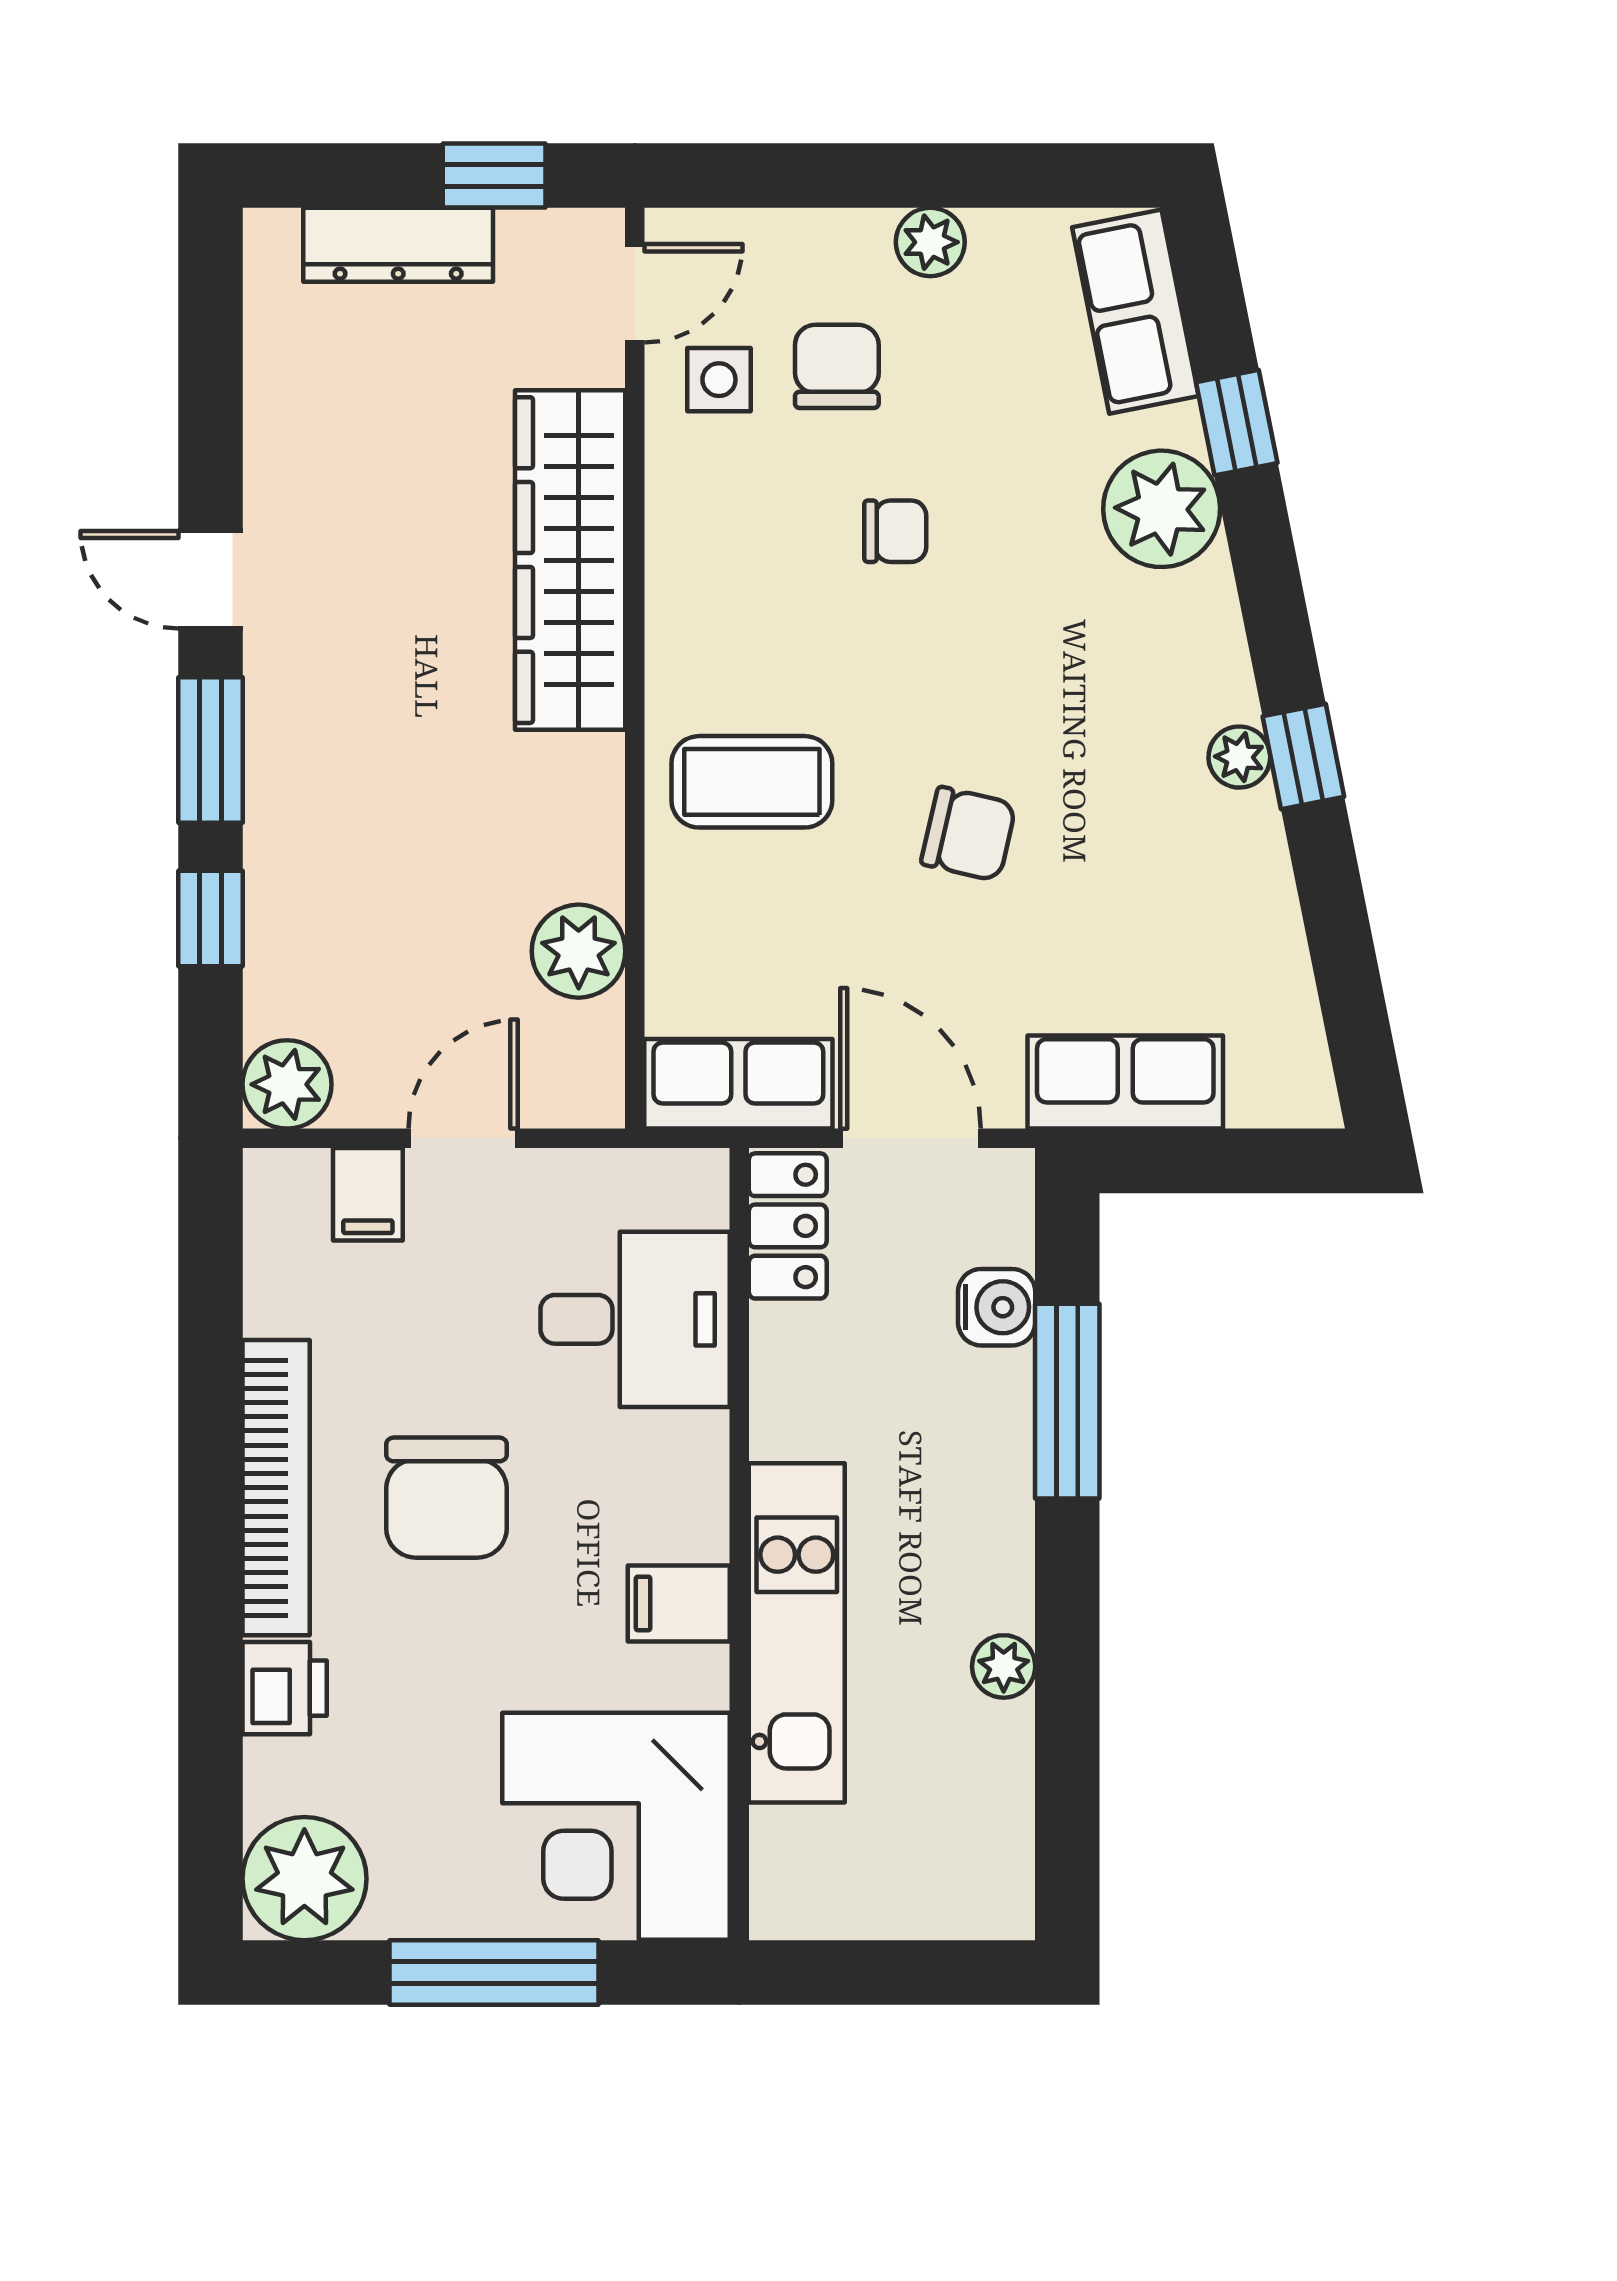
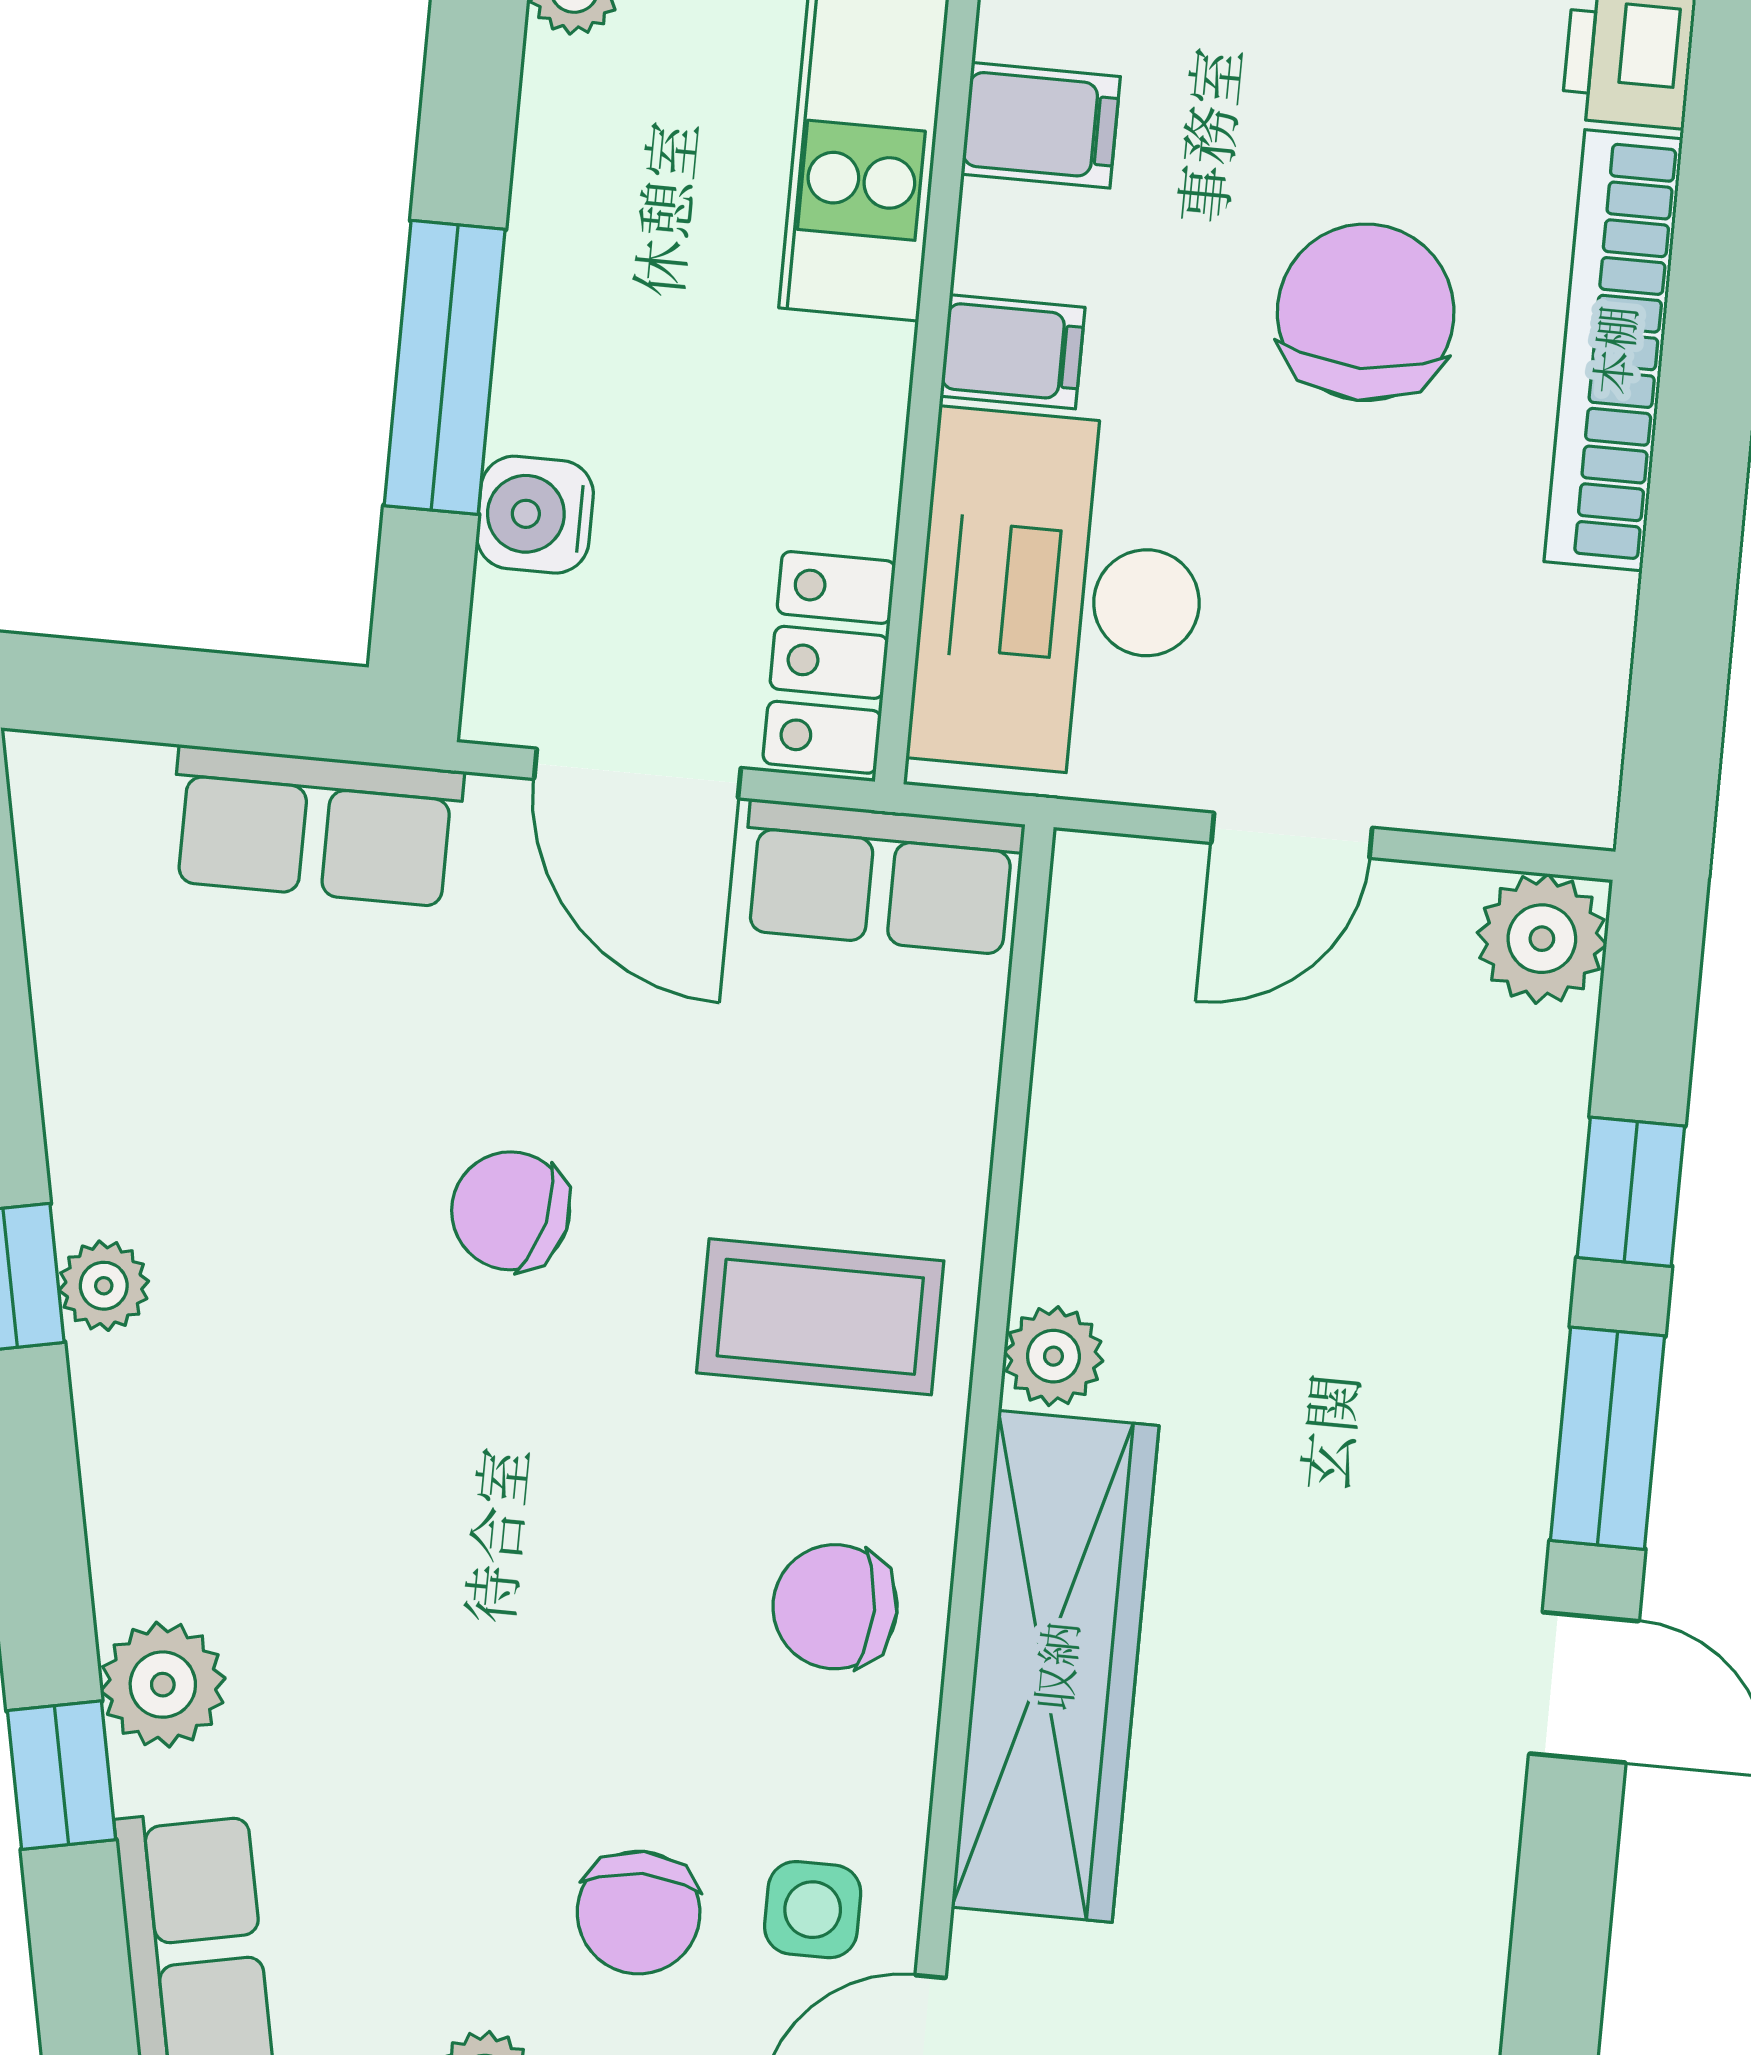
plant: (1162, 509) -> (163, 1685), width x0.73, depth x0.73
chair: (895, 531) -> (835, 1607), moved, width x1.37, depth x1.37
plant: (579, 951) -> (1053, 1356), moved, width x0.73, depth x0.73
filing cabinet: (368, 1194) -> (1013, 352), moved, turned 90
desk: (635, 1319) -> (1061, 595), width x1.37

